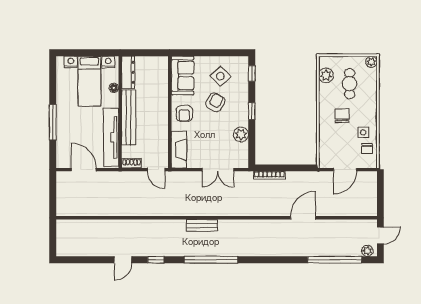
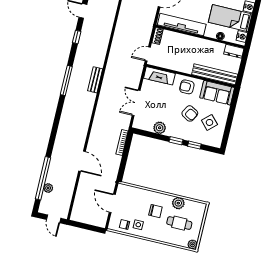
dresser: (128, 72) -> (234, 51), width x0.70
window: (252, 73) -> (194, 145), moved
plant: (326, 75) -> (178, 203), moved
bench: (129, 117) -> (215, 74), moved
plant: (367, 251) -> (48, 188), moved
window: (211, 260) -> (66, 80), width x0.68

